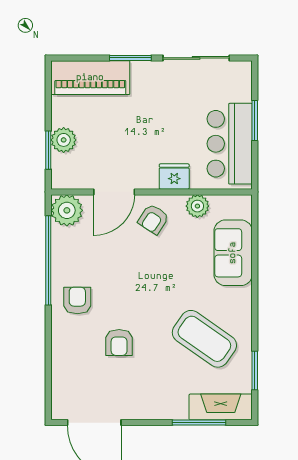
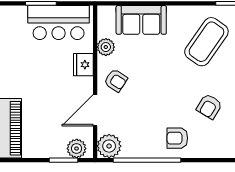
plant: (64, 140) -> (77, 149), moved
door: (114, 192) -> (95, 110), swing flipped
armchair: (119, 343) -> (209, 106), turned 121

